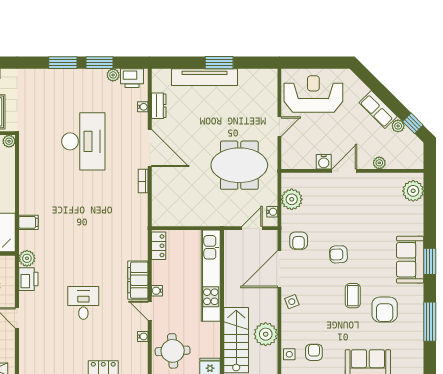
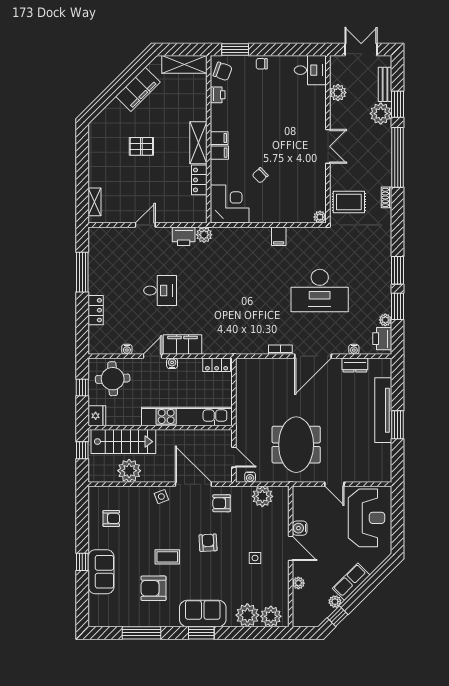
plant: (412, 215) -> (247, 615), added
filing cabinet: (28, 222) -> (279, 236), moved
side table: (289, 354) -> (255, 558), moved

